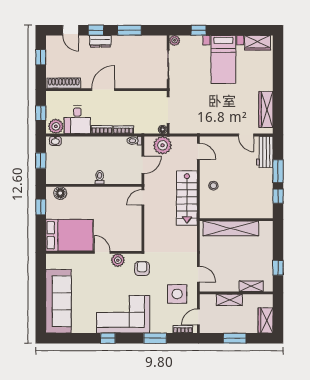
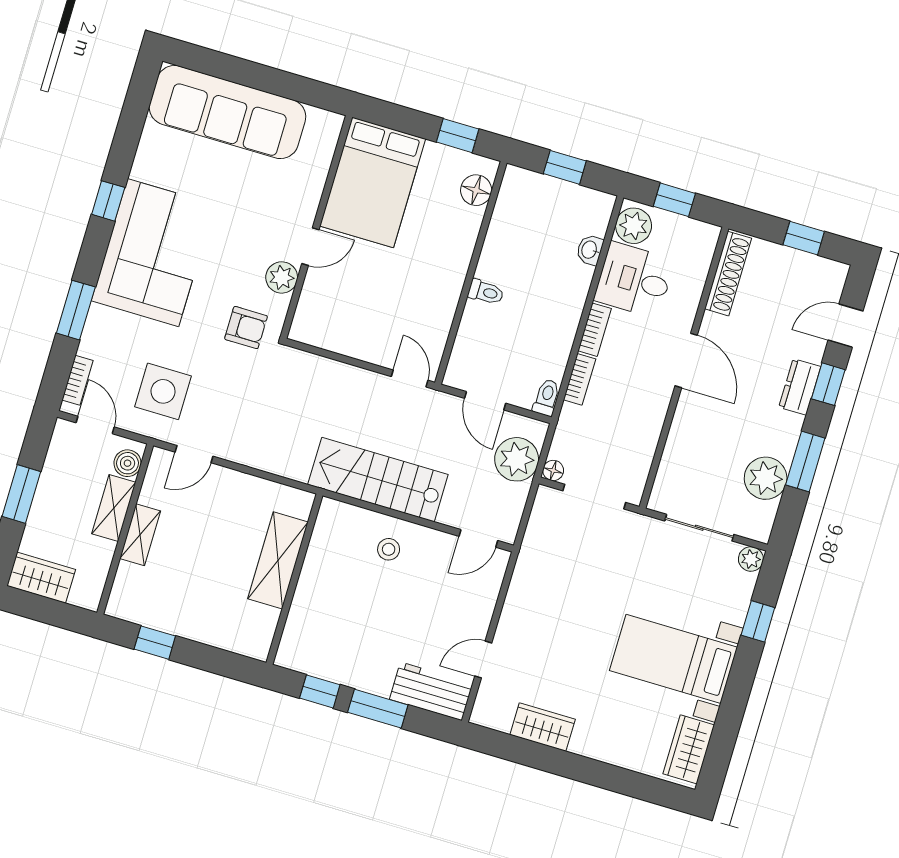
plant: (141, 44) -> (766, 478), added
wardrobe: (266, 109) -> (543, 727), width x0.67
washbasin: (55, 141) -> (590, 250), moved
shelving: (231, 228) -> (278, 560), width x0.68
shelving: (251, 286) -> (140, 535), moved
boiler: (210, 300) -> (128, 463), added

